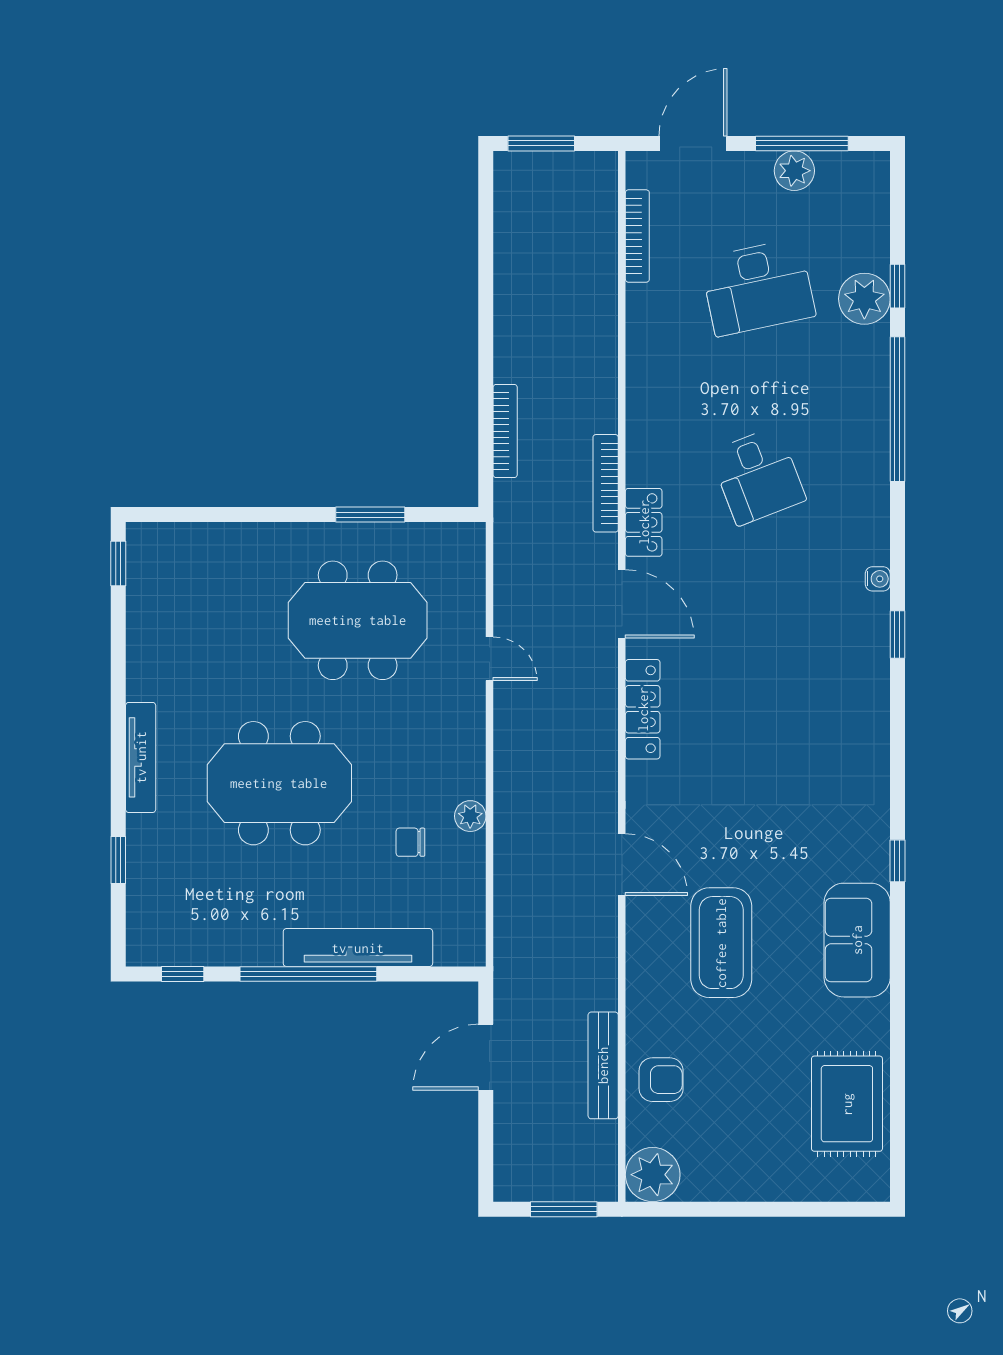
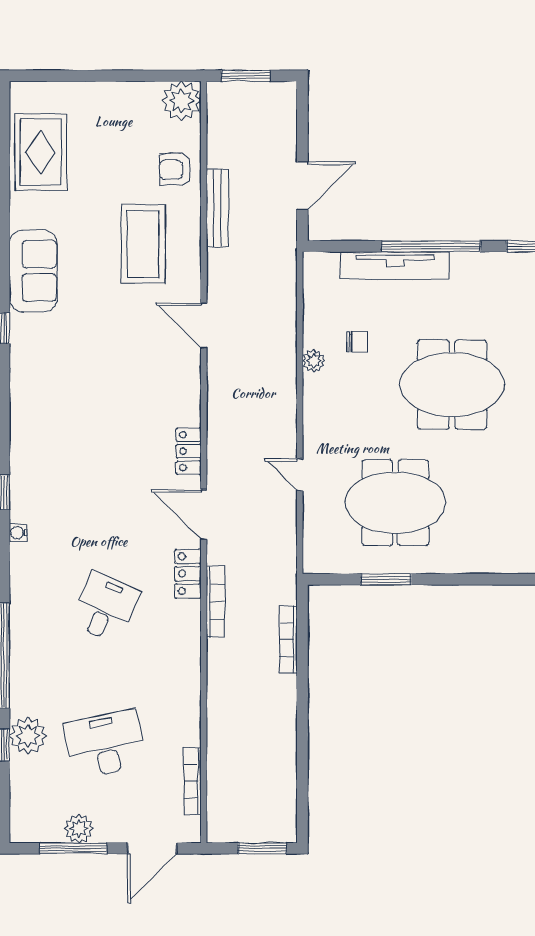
desk: (758, 476) -> (105, 607), turned 45
locker: (643, 709) -> (189, 451), width x0.66
coffee table: (721, 943) -> (143, 244), moved
bench: (603, 1065) -> (217, 208), moved

